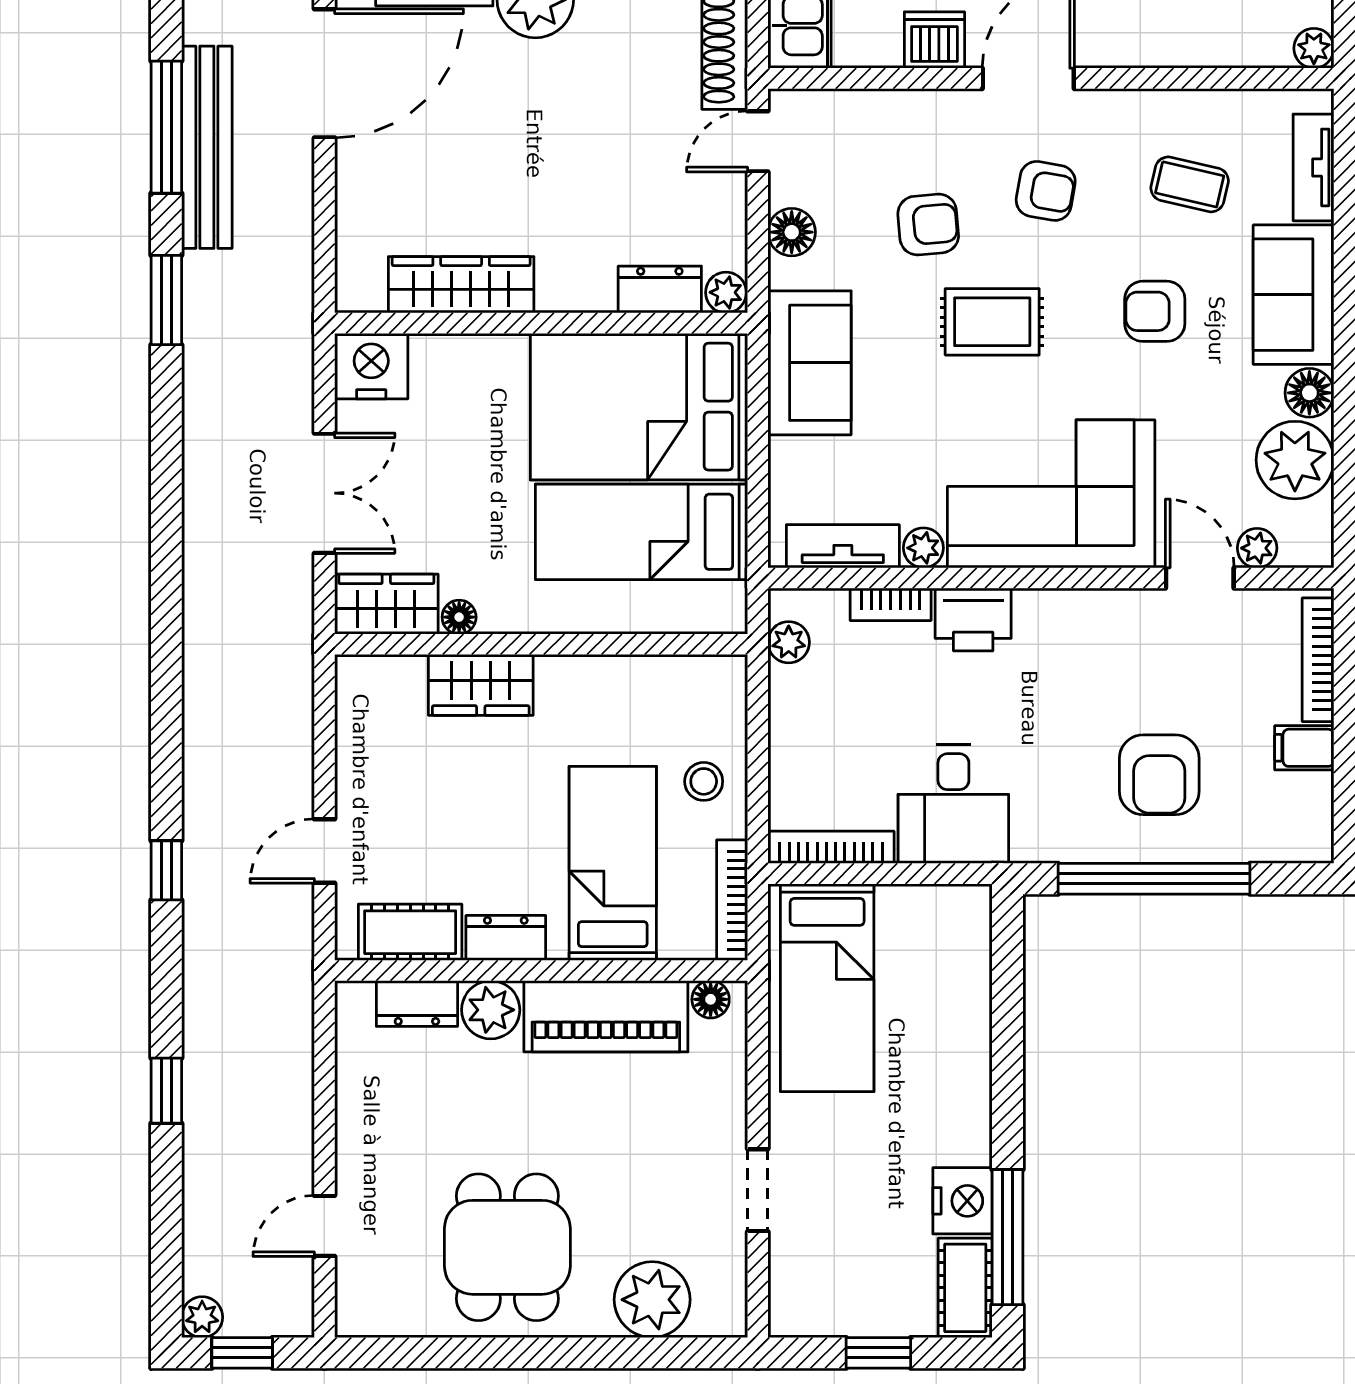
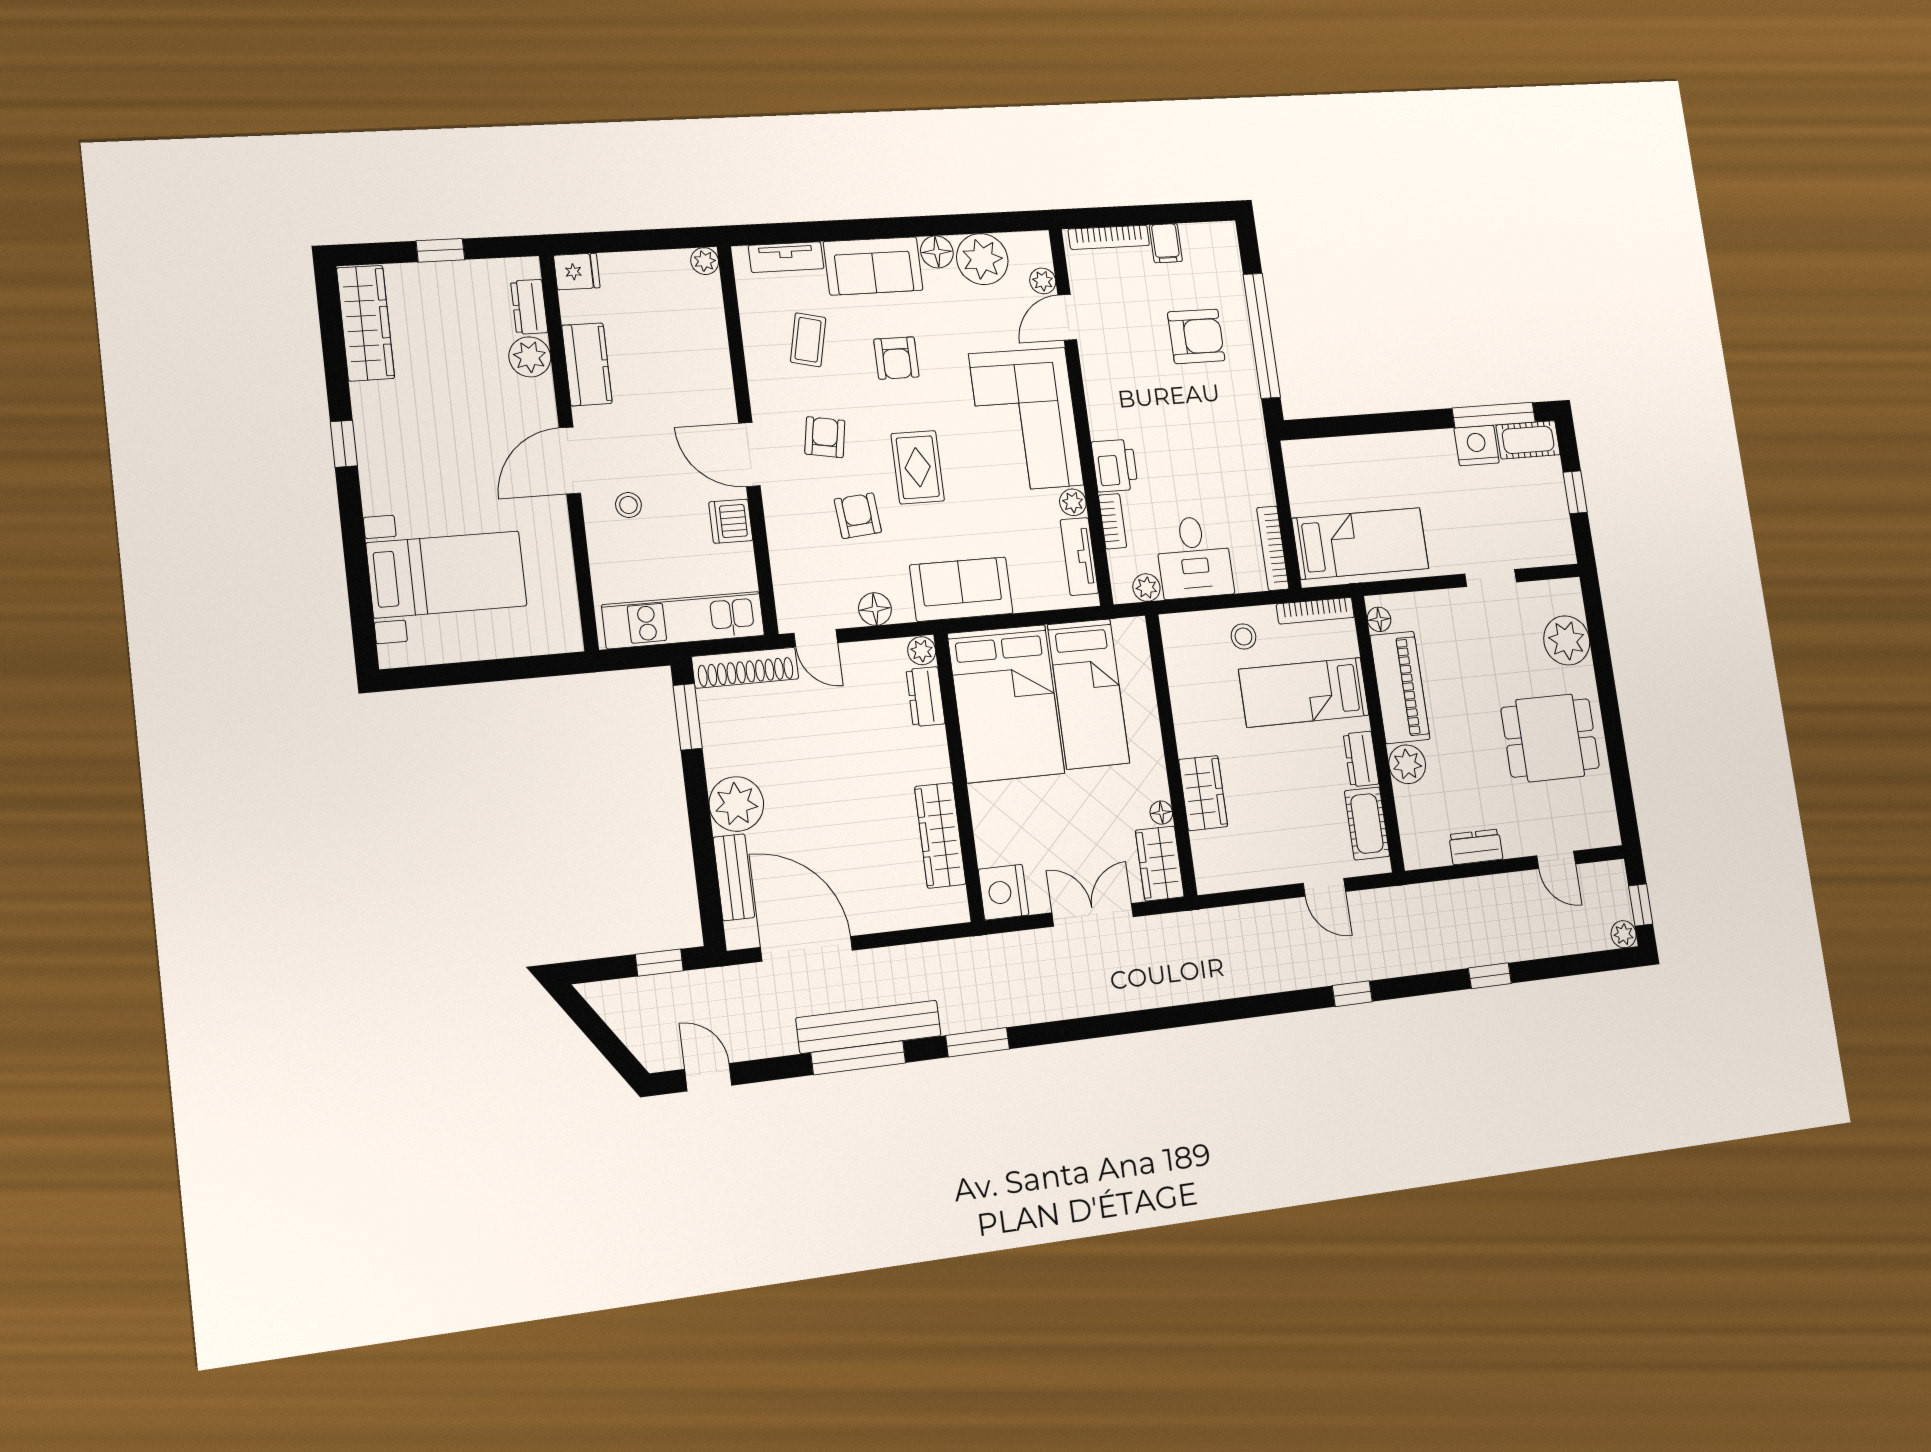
desk: (953, 804) -> (1194, 557), moved, turned 90
dresser: (417, 1004) -> (1476, 847), moved, turned -90

